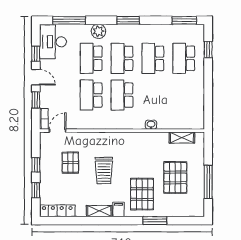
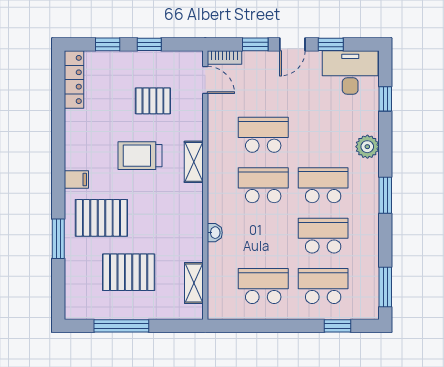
window: (69, 20) -> (385, 99), width x0.46
school desk: (91, 58) -> (263, 286), moved
shelving: (99, 211) -> (194, 162), moved

